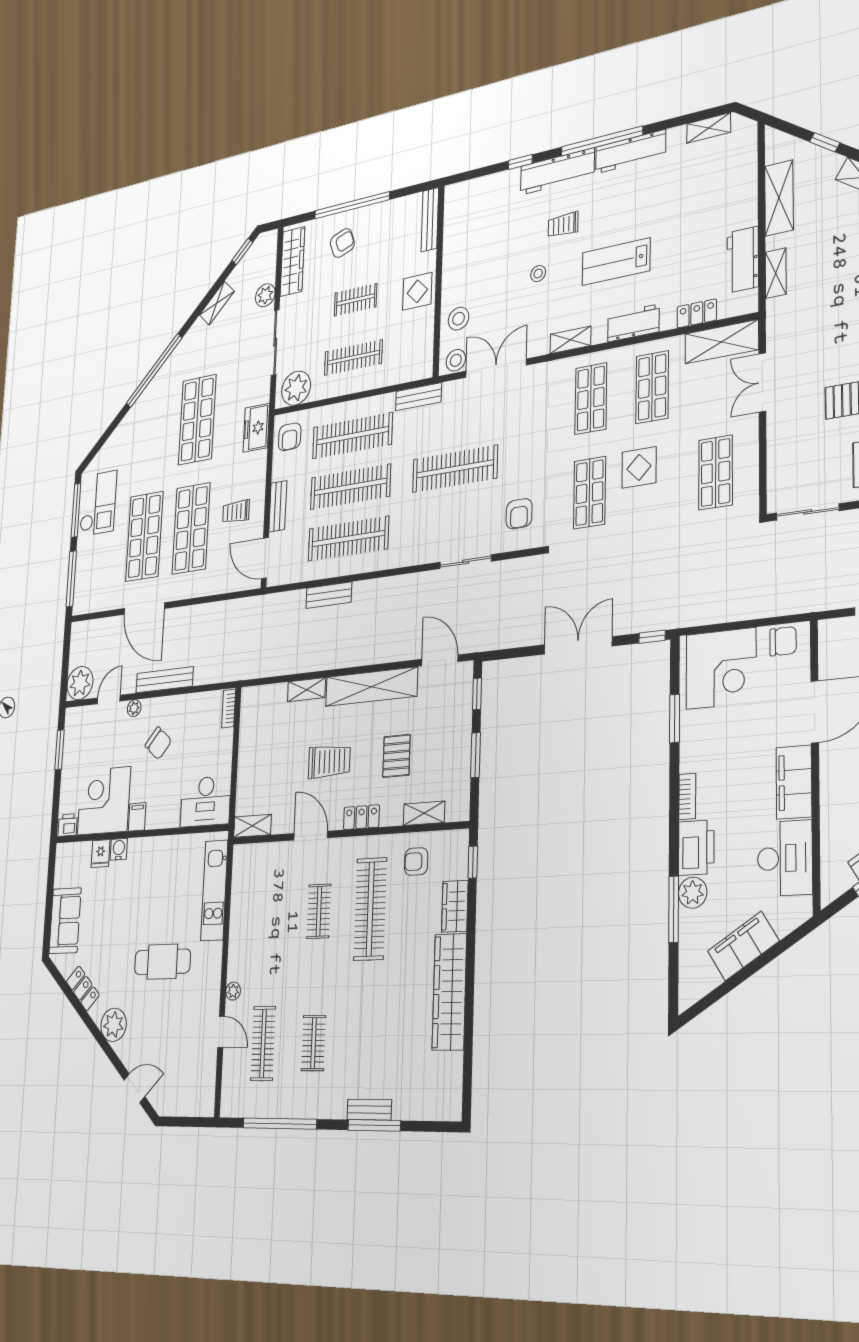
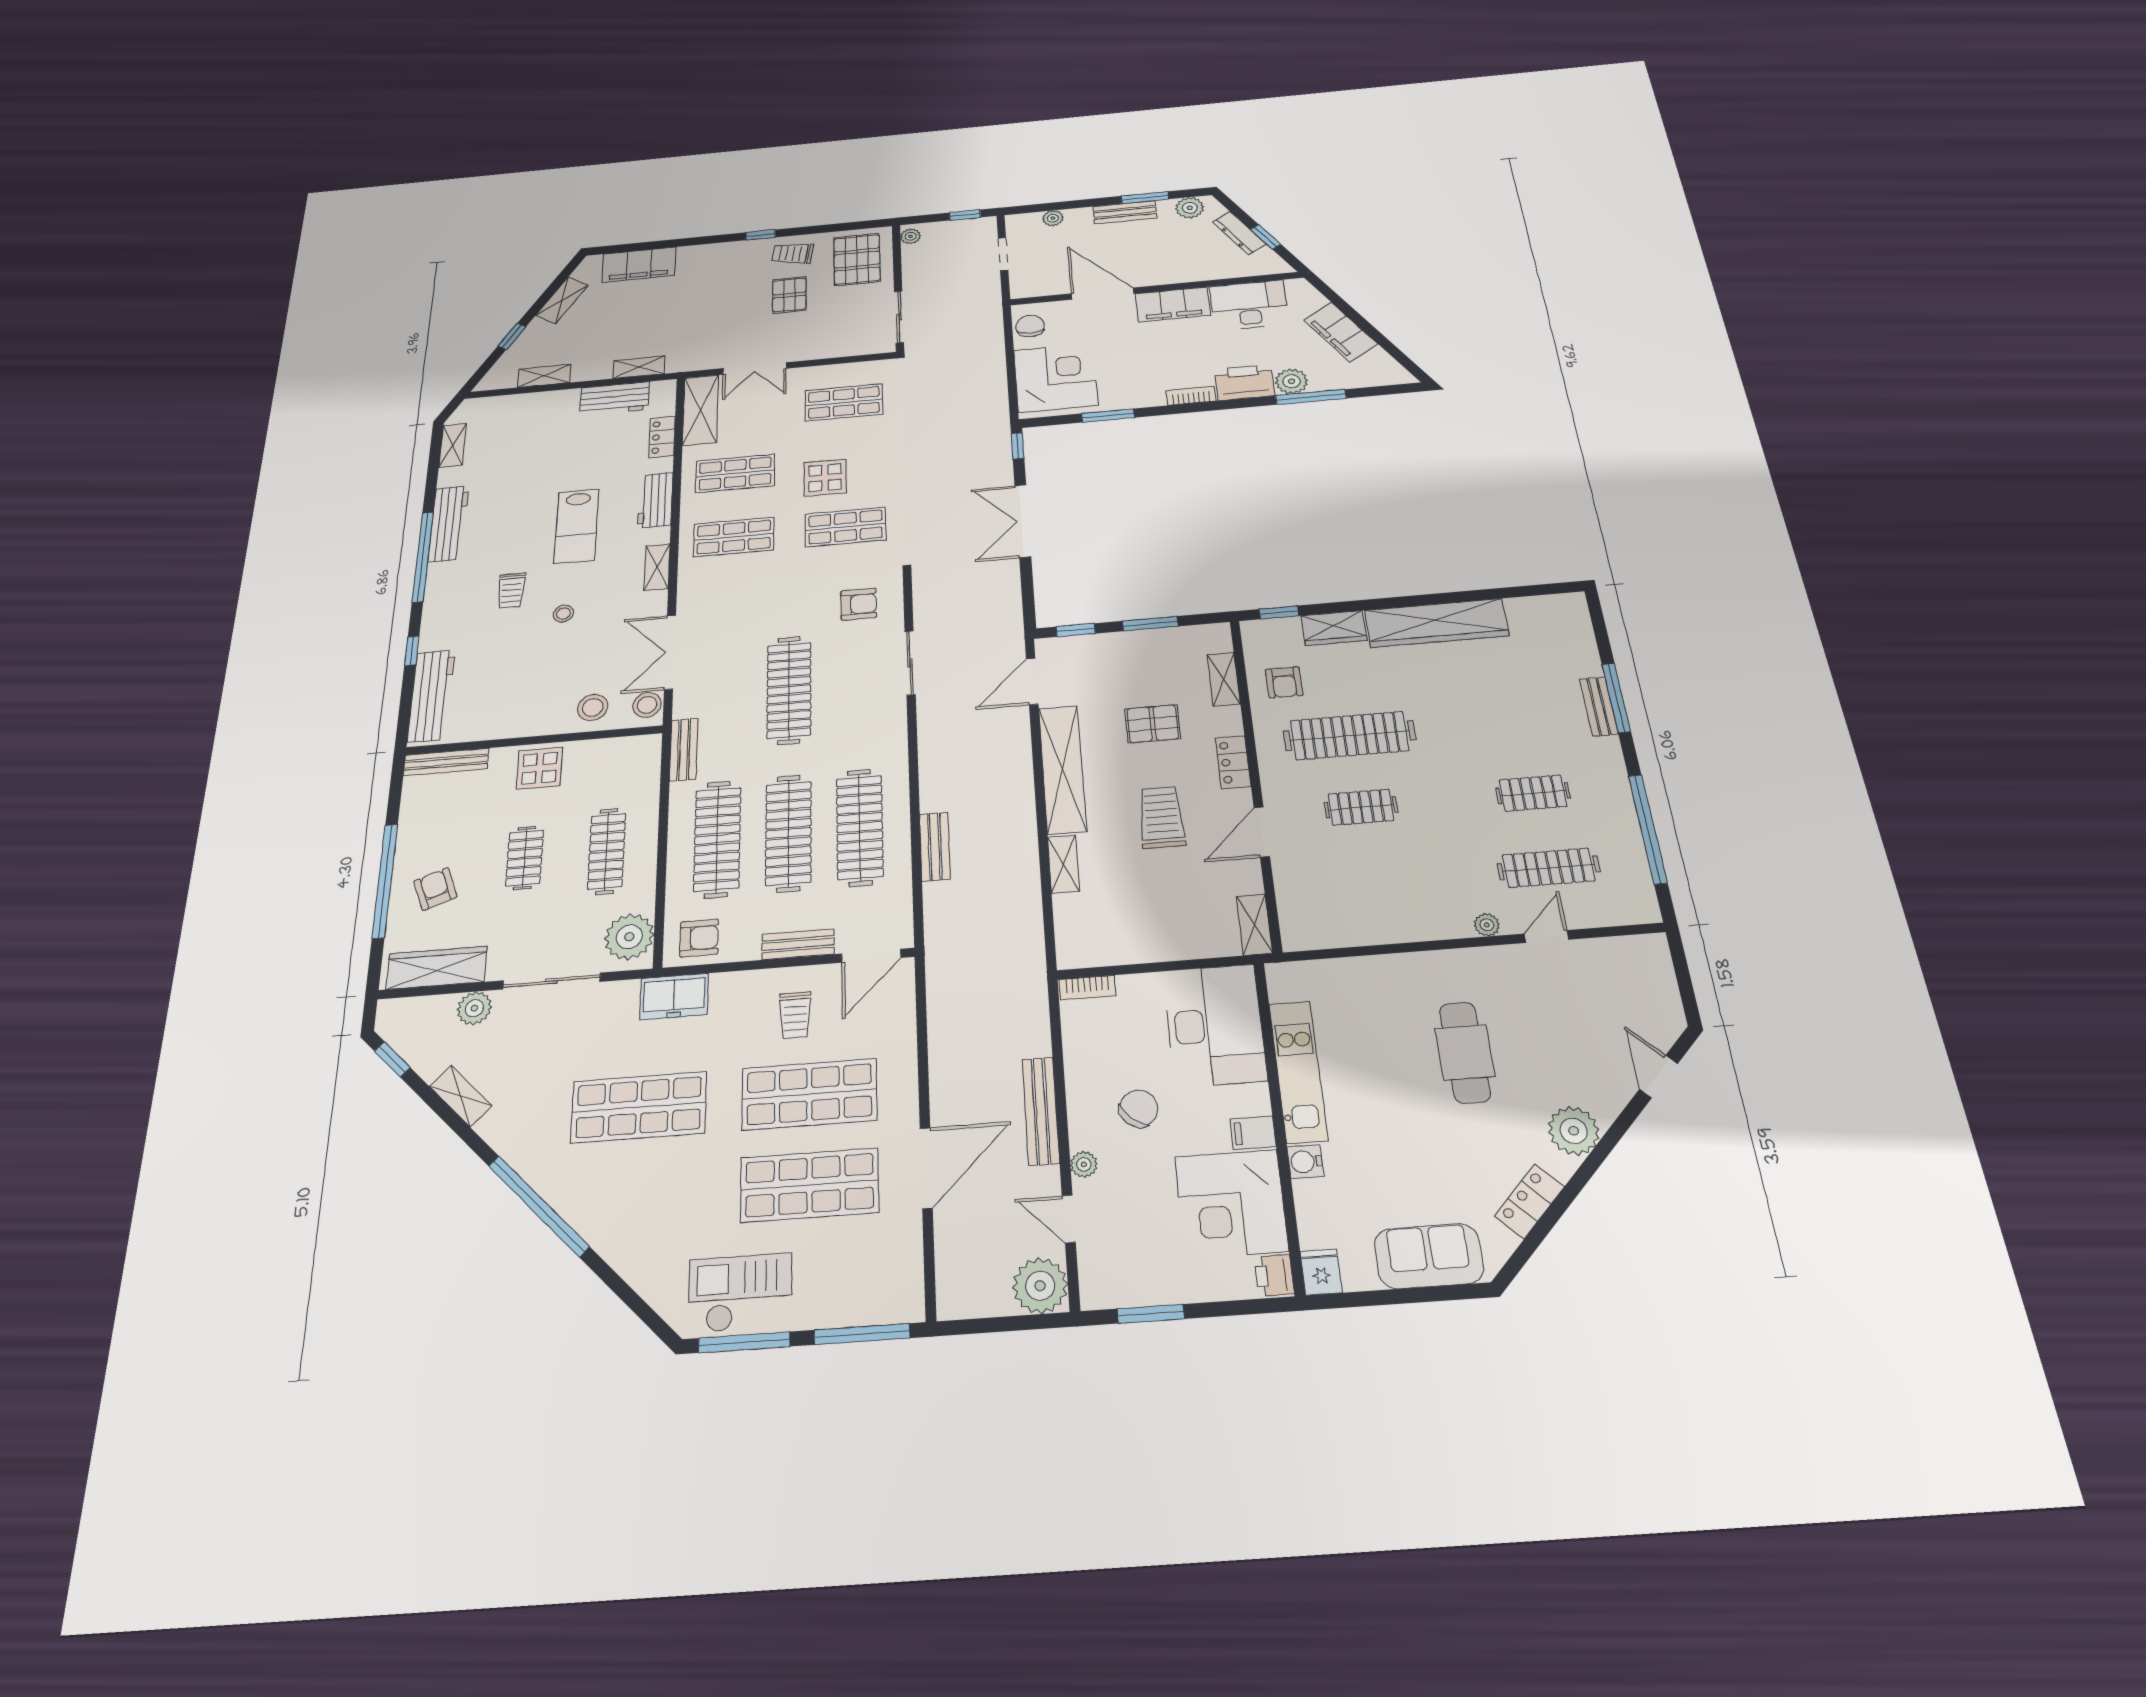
workbench: (557, 171) -> (431, 696), moved
shelving: (779, 198) -> (544, 376), width x0.67, depth x0.75
desk: (206, 801) -> (1215, 1025), width x1.36, depth x1.30
fridge: (100, 854) -> (1321, 1272), moved, turned -90
kitchen unit: (214, 890) -> (1298, 1071), moved, turned -90

